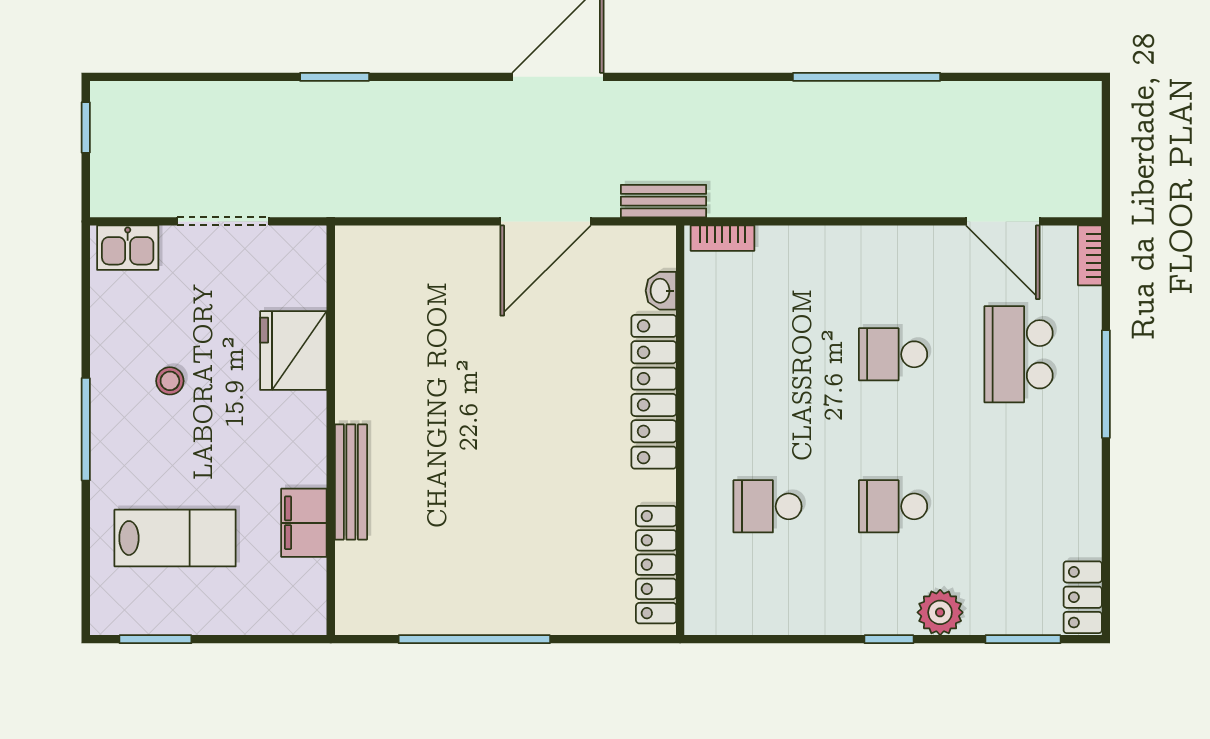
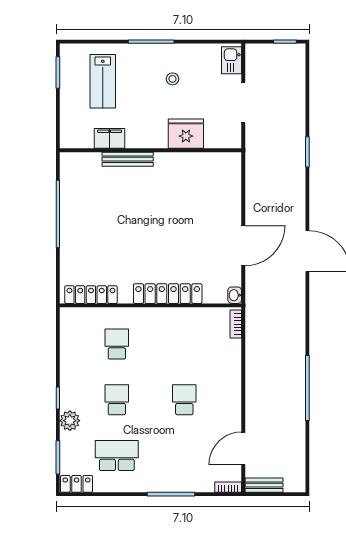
bench: (664, 201) -> (264, 485), moved, turned 90
door: (546, 221) -> (243, 246), swing flipped
washbasin: (661, 291) -> (235, 295), moved, turned -90
school desk: (1019, 354) -> (117, 455), moved

